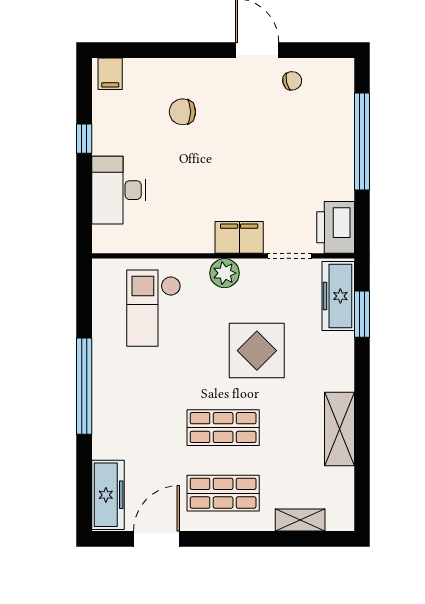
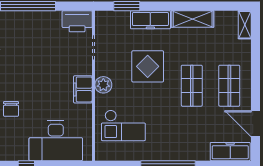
desk: (119, 190) -> (56, 141), width x1.36, depth x1.30
filing cabinet: (239, 237) -> (83, 89), moved
freezer: (338, 296) -> (150, 20), moved
shelving: (300, 520) -> (245, 25), moved

